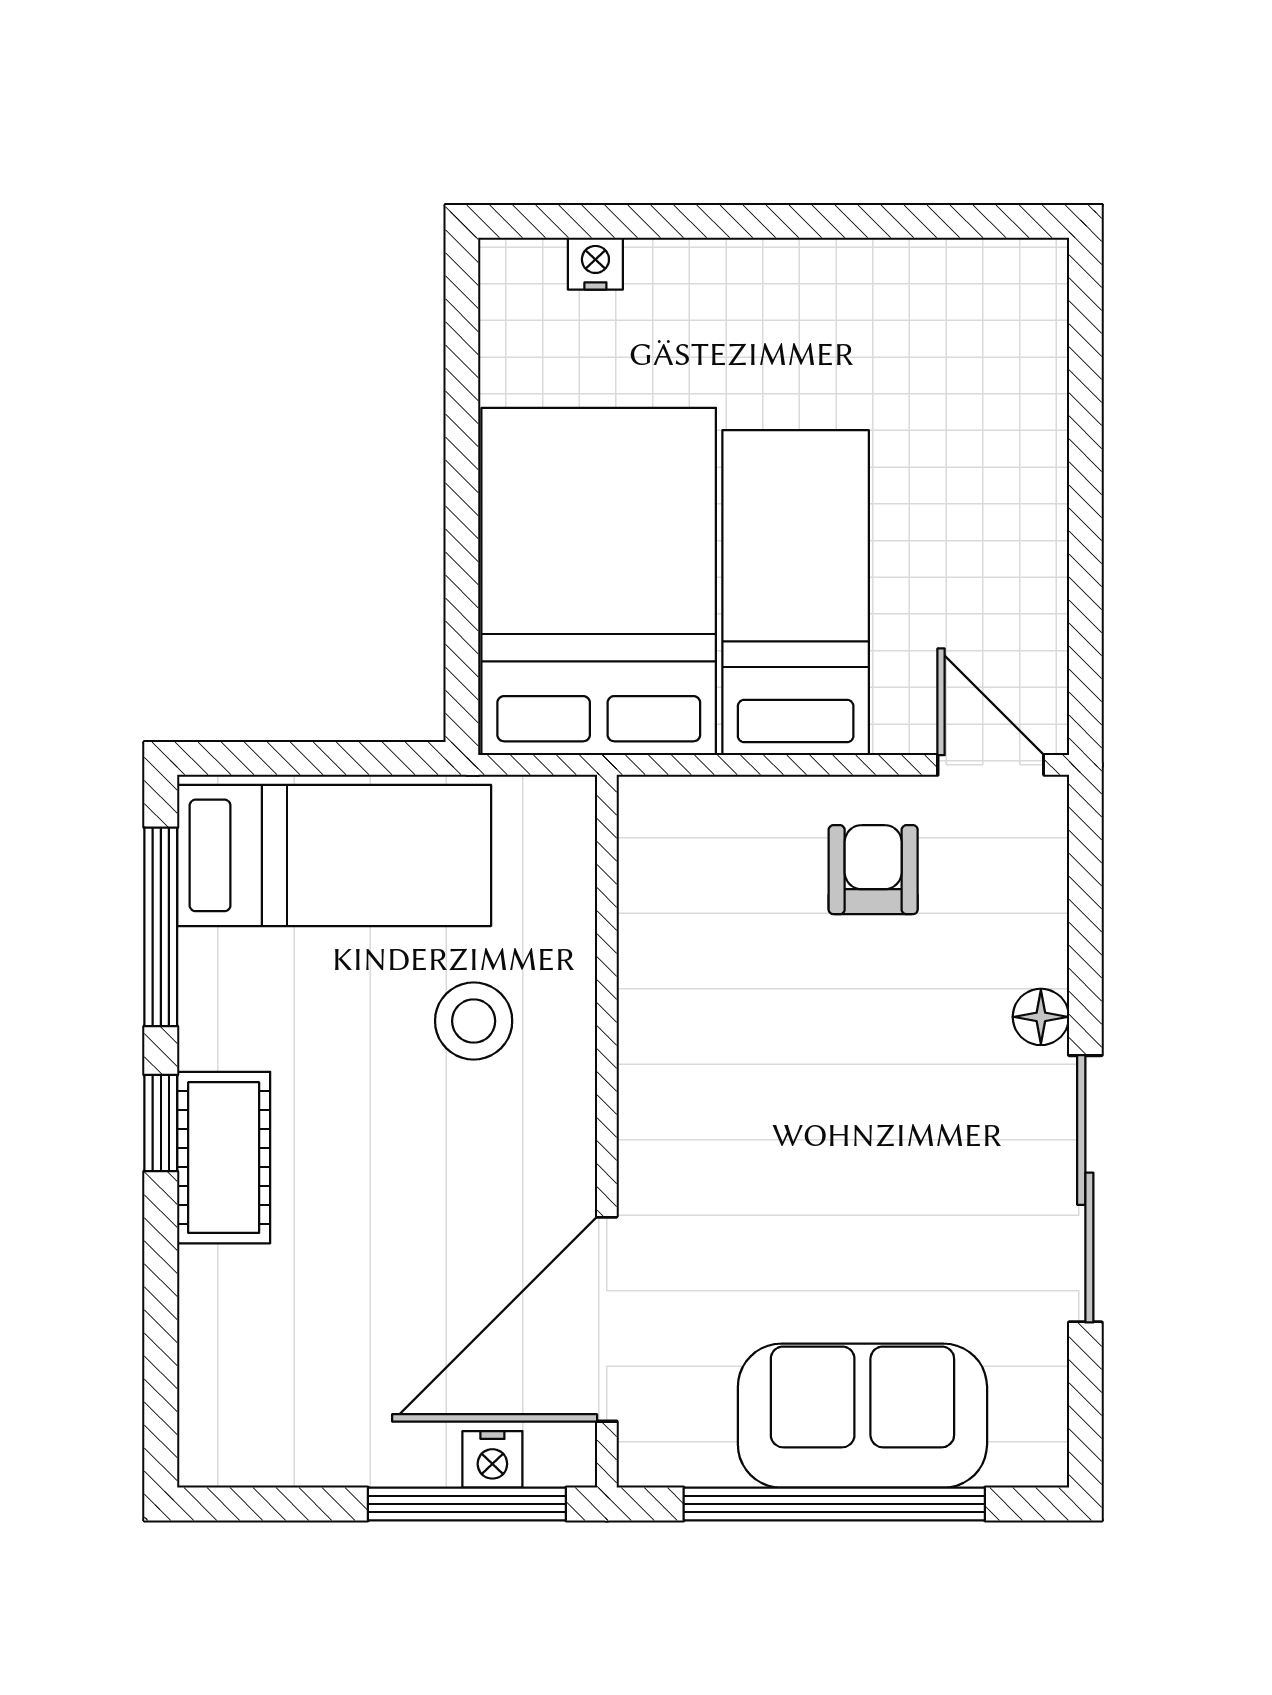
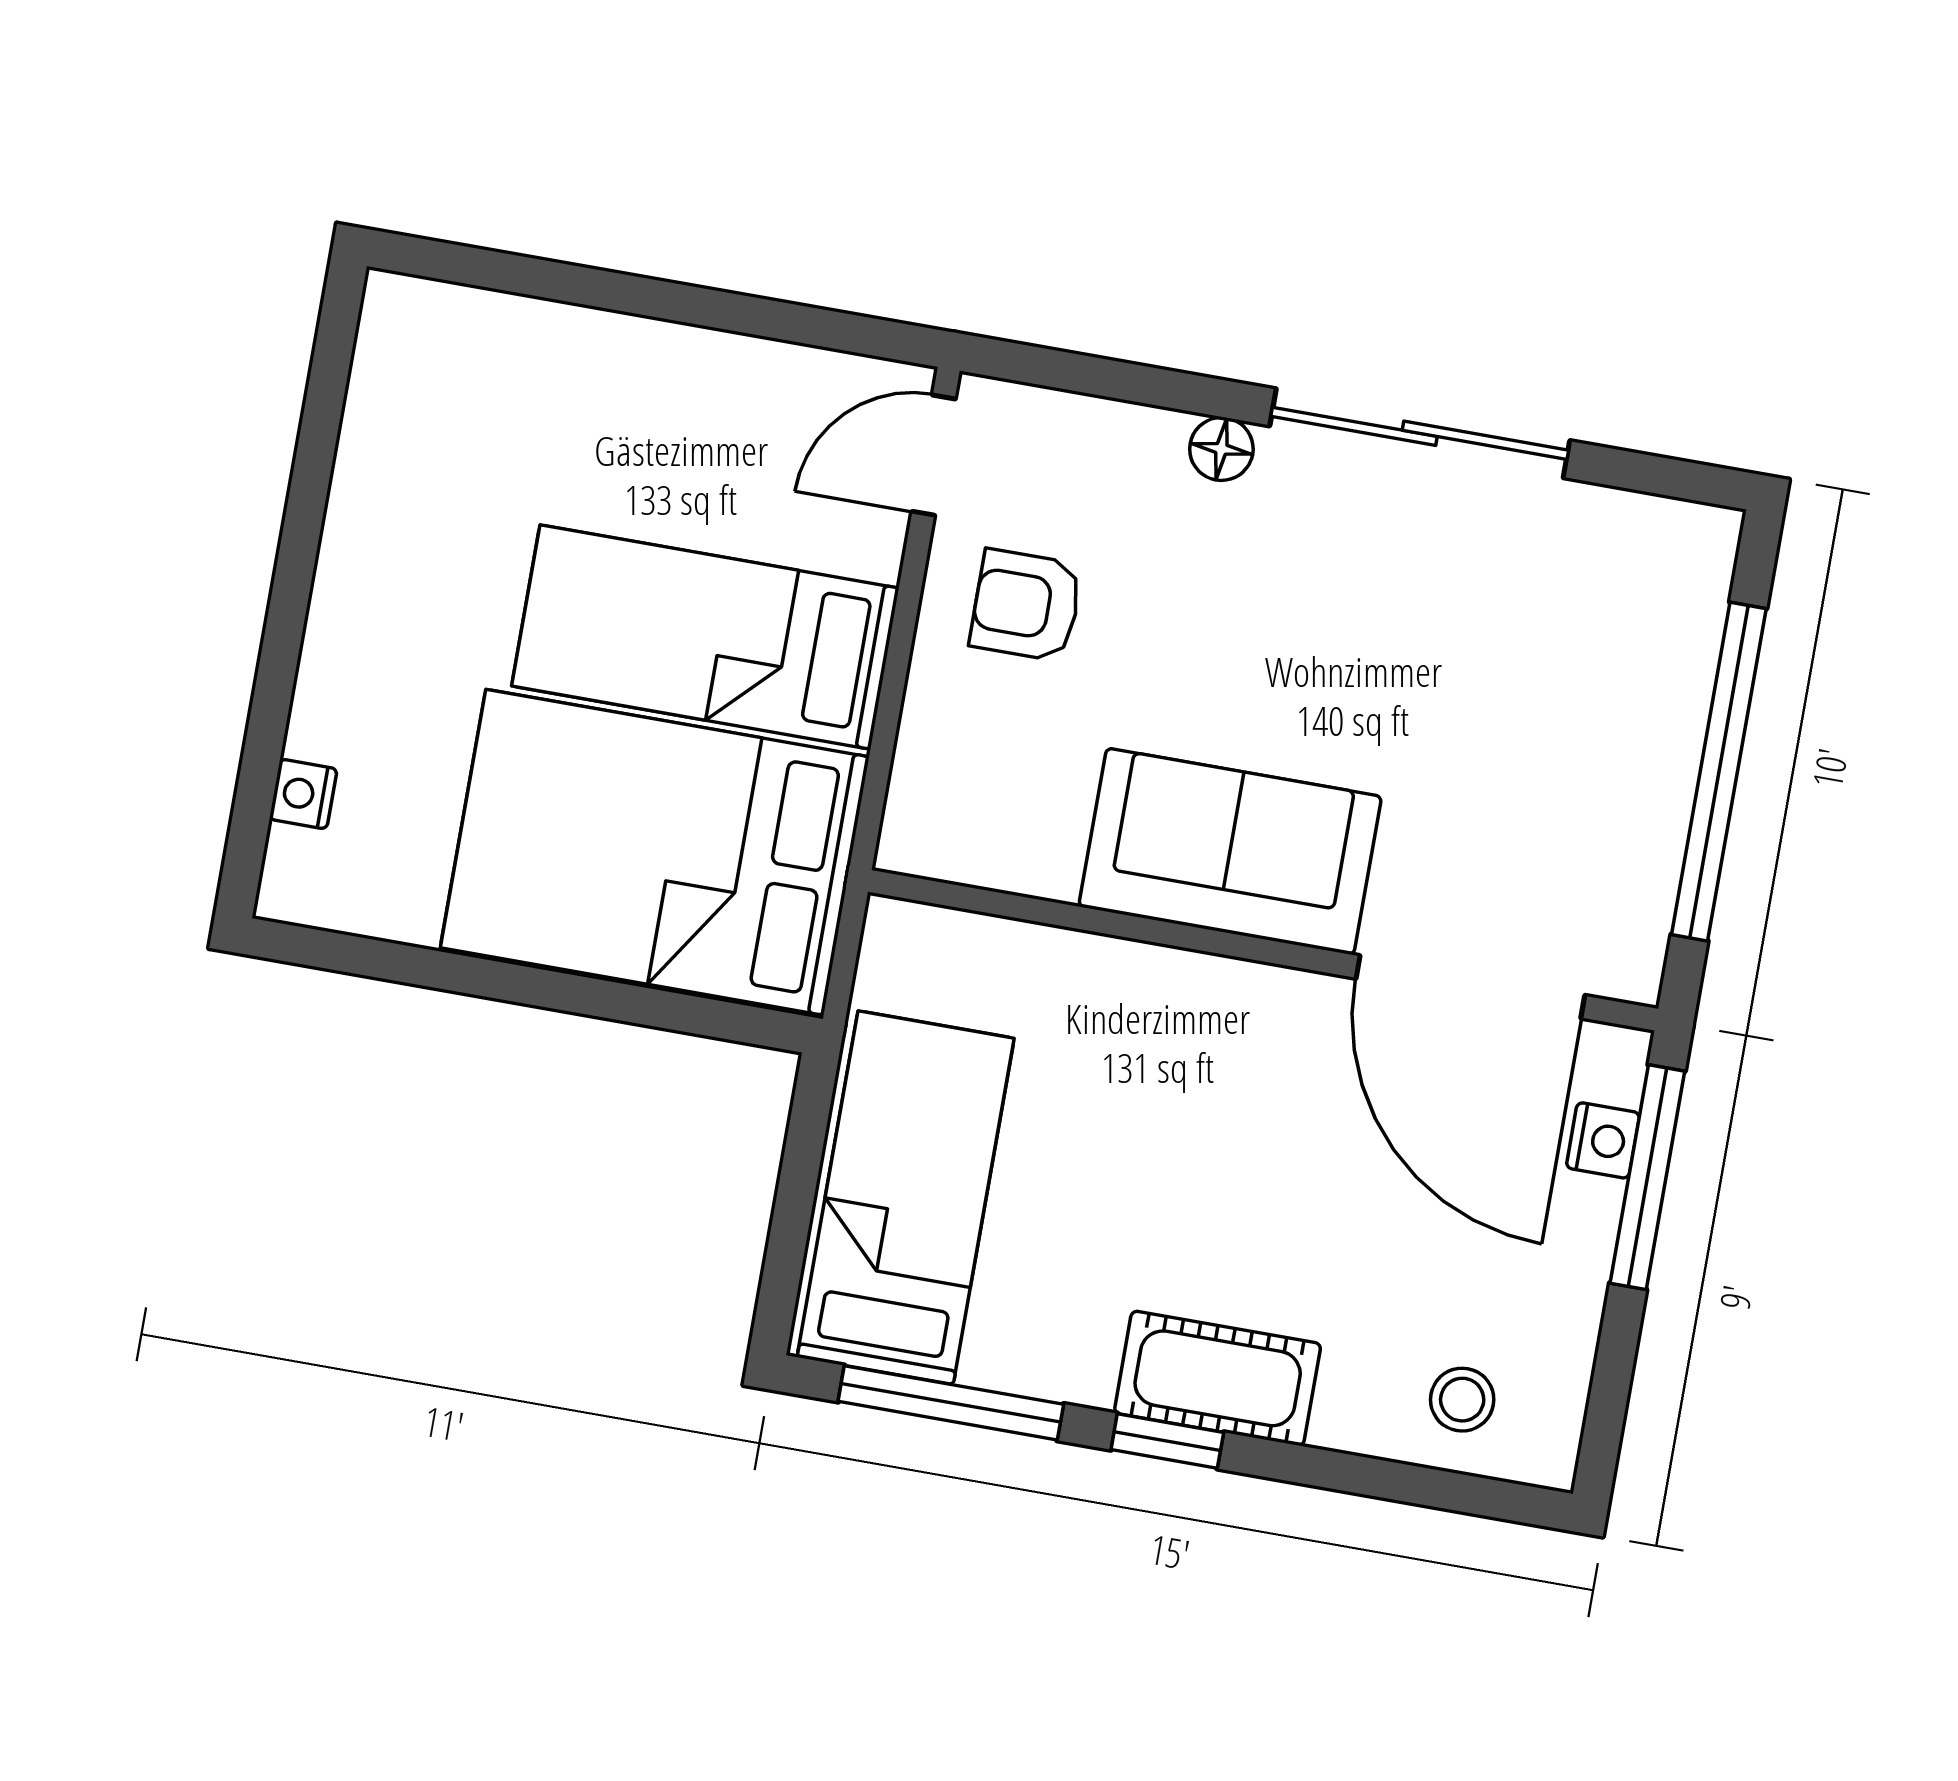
stool: (474, 1021) -> (1462, 1400), moved, width x0.73, depth x0.73
sofa: (862, 1416) -> (1230, 851), moved, turned 90

